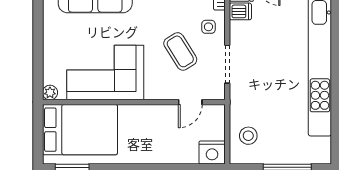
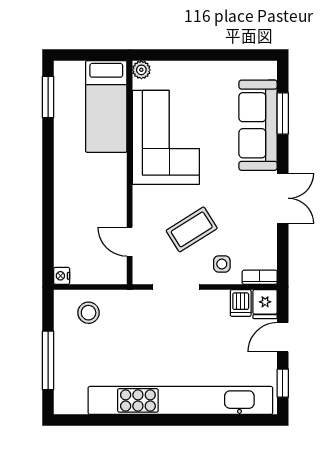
bed: (80, 130) -> (106, 107), width x0.67
nightstand: (212, 152) -> (62, 276), width x0.53, depth x0.56

